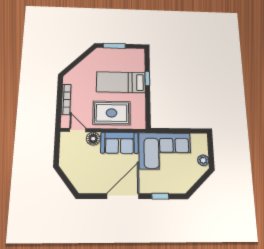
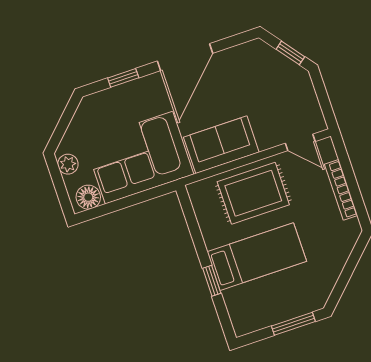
floor lamp: (93, 139) -> (88, 197), moved
window: (65, 179) -> (290, 53), added

